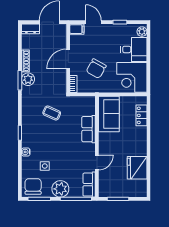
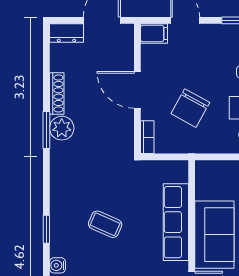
door: (68, 59) -> (137, 90), hinge flipped
coffee table: (52, 113) -> (105, 224), moved
sofa: (109, 114) -> (214, 235), moved
row of seats: (89, 129) -> (176, 222), width x1.48

